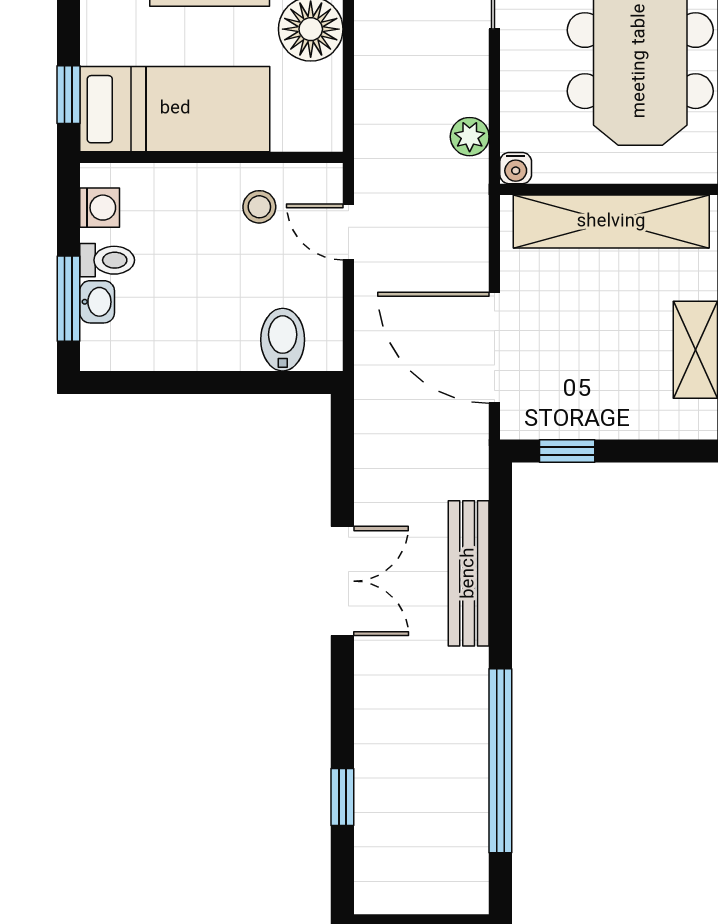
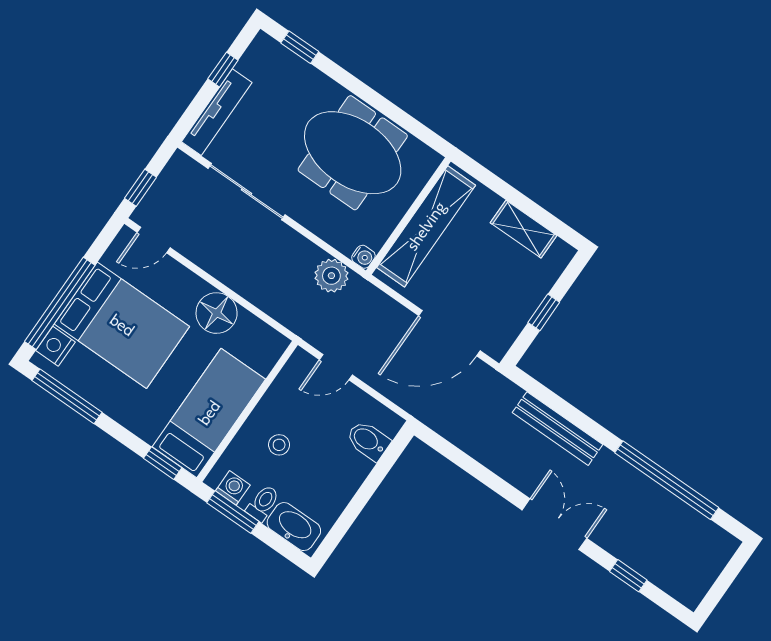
plant: (470, 137) -> (331, 276), width x1.38, depth x1.38
stool: (259, 207) -> (279, 445), moved
window: (68, 299) -> (233, 512), moved
washbasin: (97, 302) -> (294, 527), width x1.91, depth x1.45
window: (567, 451) -> (544, 312), moved
double door: (342, 581) -> (554, 524), moved

